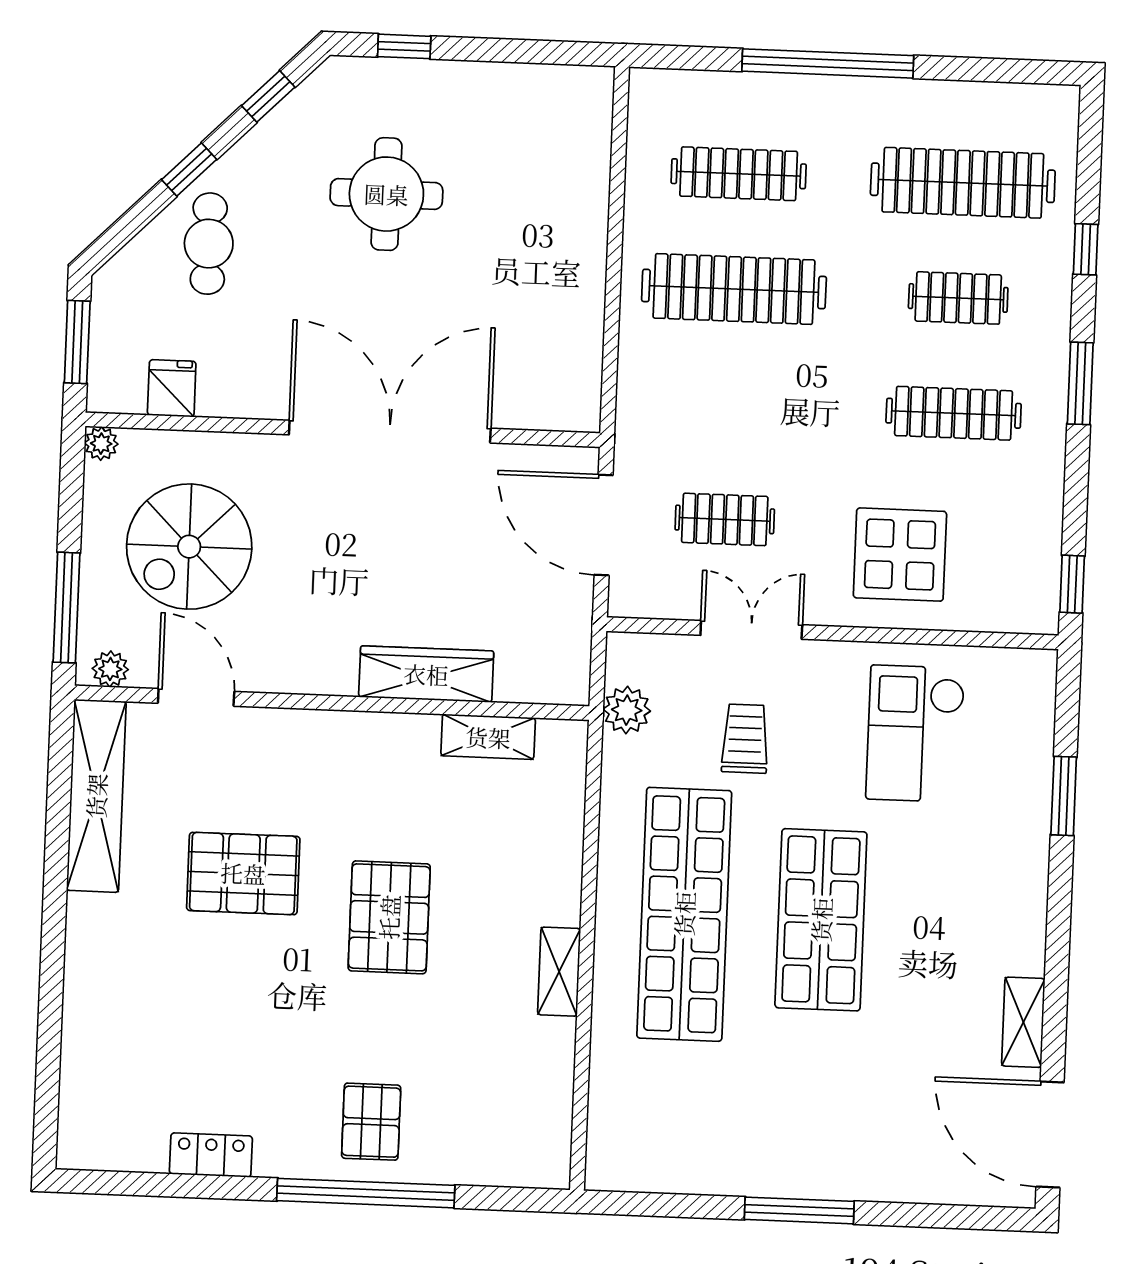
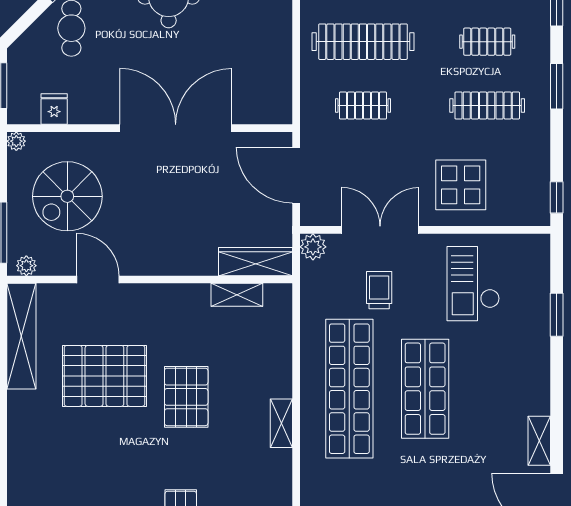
clothes rail: (725, 519) -> (363, 105), moved
double door: (751, 630) -> (380, 230), width x1.37
wardrobe: (426, 674) -> (255, 262), moved
door: (196, 697) -> (98, 280), moved
plant: (627, 710) -> (313, 247), moved
pallet: (243, 873) -> (104, 376), width x1.37, depth x1.41

